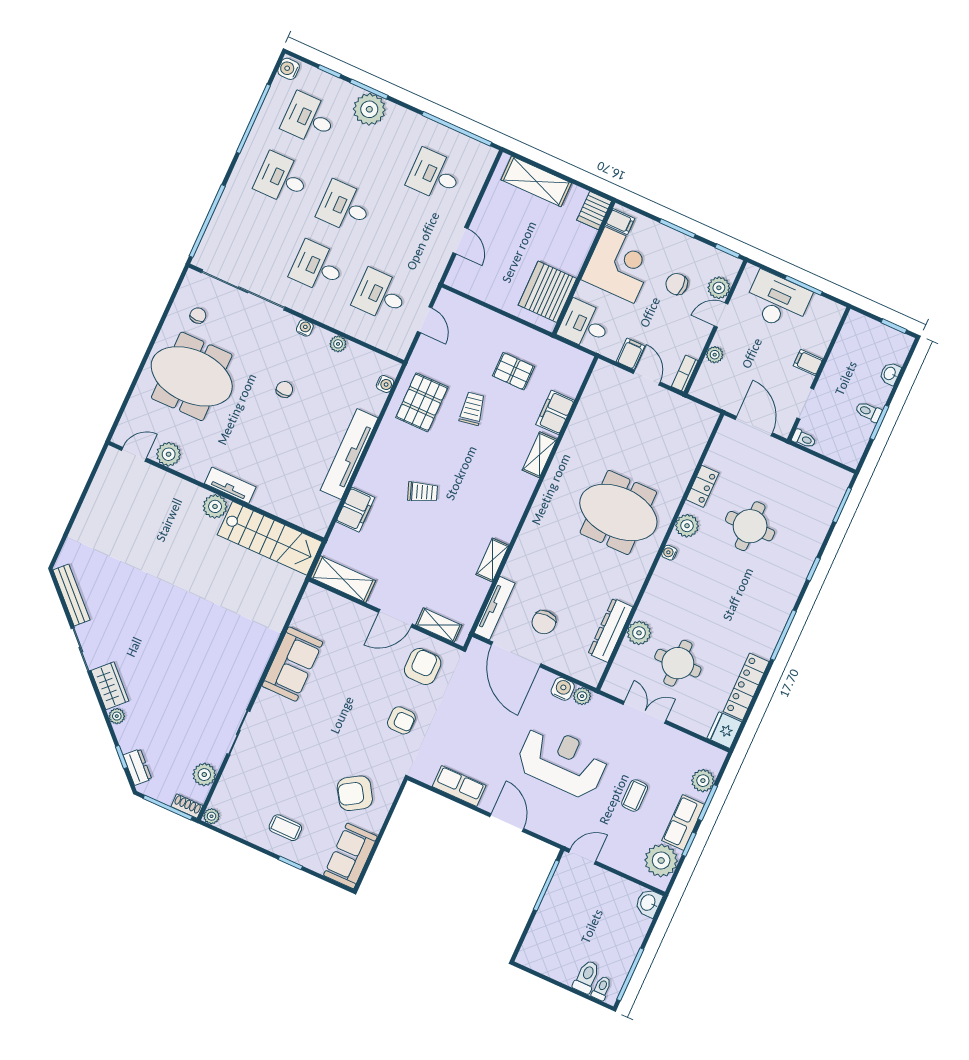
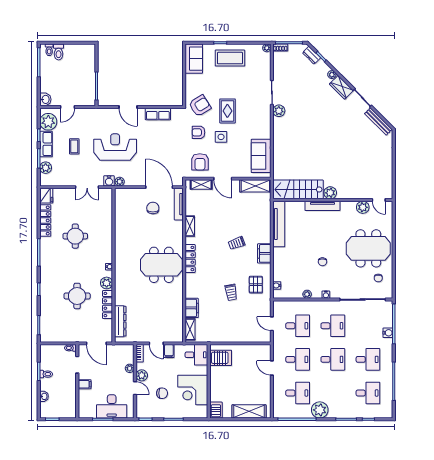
water cooler: (289, 69) -> (388, 333), moved
plant: (369, 109) -> (320, 410), moved
filing cabinet: (620, 222) -> (202, 410), removed
desk: (407, 235) -> (298, 359), added
plant: (719, 288) -> (142, 375), moved
server rack: (547, 292) -> (221, 358), width x0.62
door: (721, 315) -> (135, 388), hinge flipped
pallet: (513, 371) -> (220, 318), removed
pallet: (422, 402) -> (256, 285), width x0.67, depth x0.71
door: (134, 454) -> (379, 200), hinge flipped
tv unit: (349, 454) -> (279, 224), moved
shelving: (539, 455) -> (190, 329), moved
tv unit: (230, 485) -> (322, 206), width x1.41
locker: (703, 486) -> (108, 305), width x1.53
locker: (518, 502) -> (190, 259), added
filing cabinet: (355, 510) -> (264, 253), moved
meeting table: (618, 512) -> (161, 265), moved
door: (395, 618) -> (223, 179), swing flipped
dresser: (610, 630) -> (120, 321), moved
plant: (639, 633) -> (106, 223), removed
round table: (678, 663) -> (75, 236), moved
sofa: (292, 664) -> (261, 156), moved
water cooler: (563, 689) -> (109, 181), moved
side table: (365, 694) -> (221, 137), added
rug: (332, 735) -> (227, 111), added
reception desk: (562, 761) -> (115, 147), turned 180
plant: (204, 775) -> (279, 111), moved
armchair: (355, 793) -> (200, 106), moved
coffee table: (285, 828) -> (230, 58), width x1.86, depth x1.72
door: (582, 857) -> (67, 107), moved

